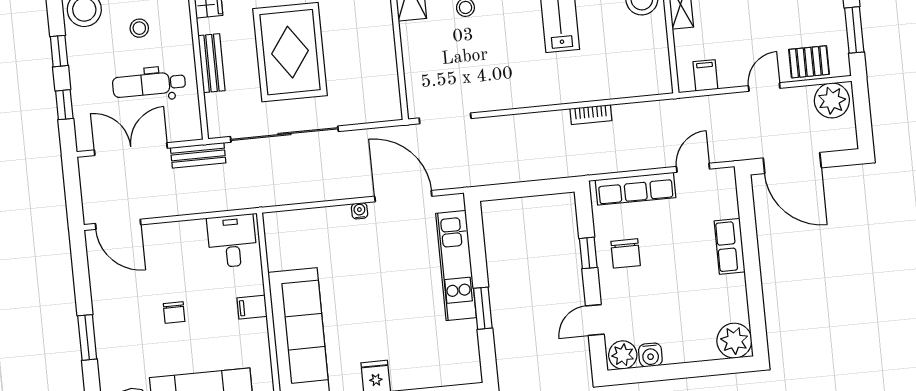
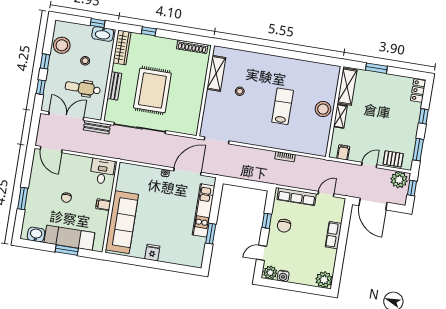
window: (862, 110) -> (412, 188), added
door: (403, 196) -> (187, 172), hinge flipped

